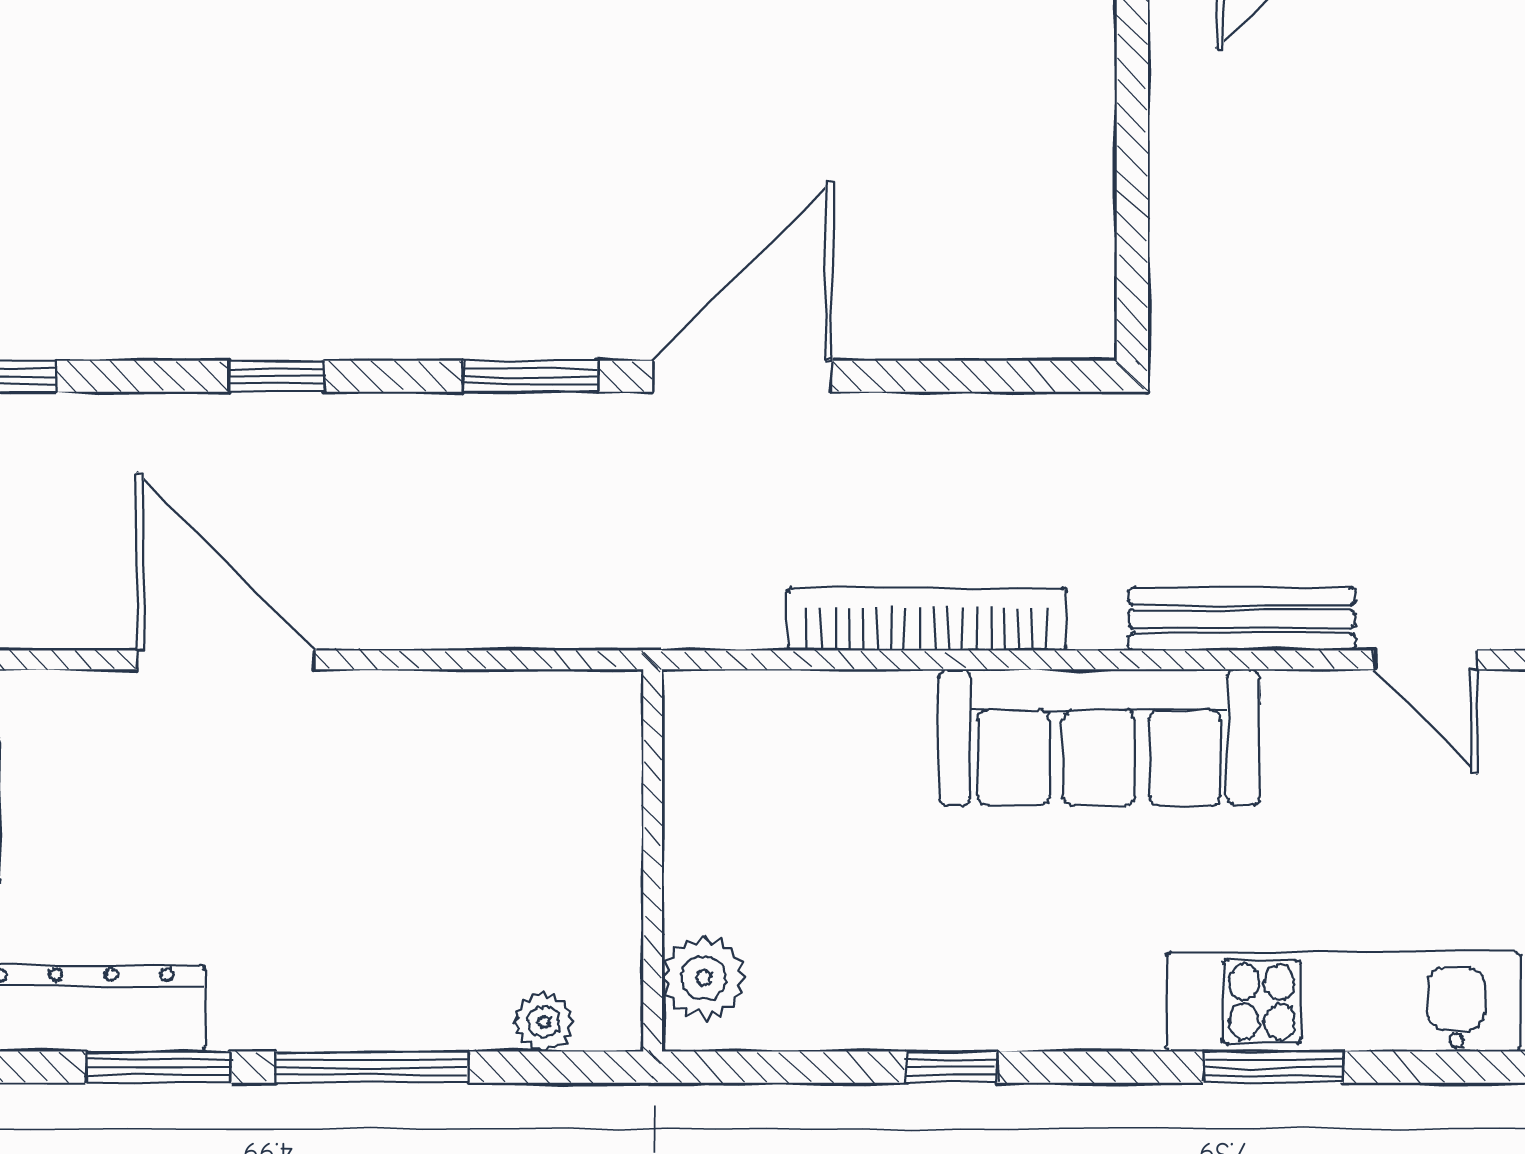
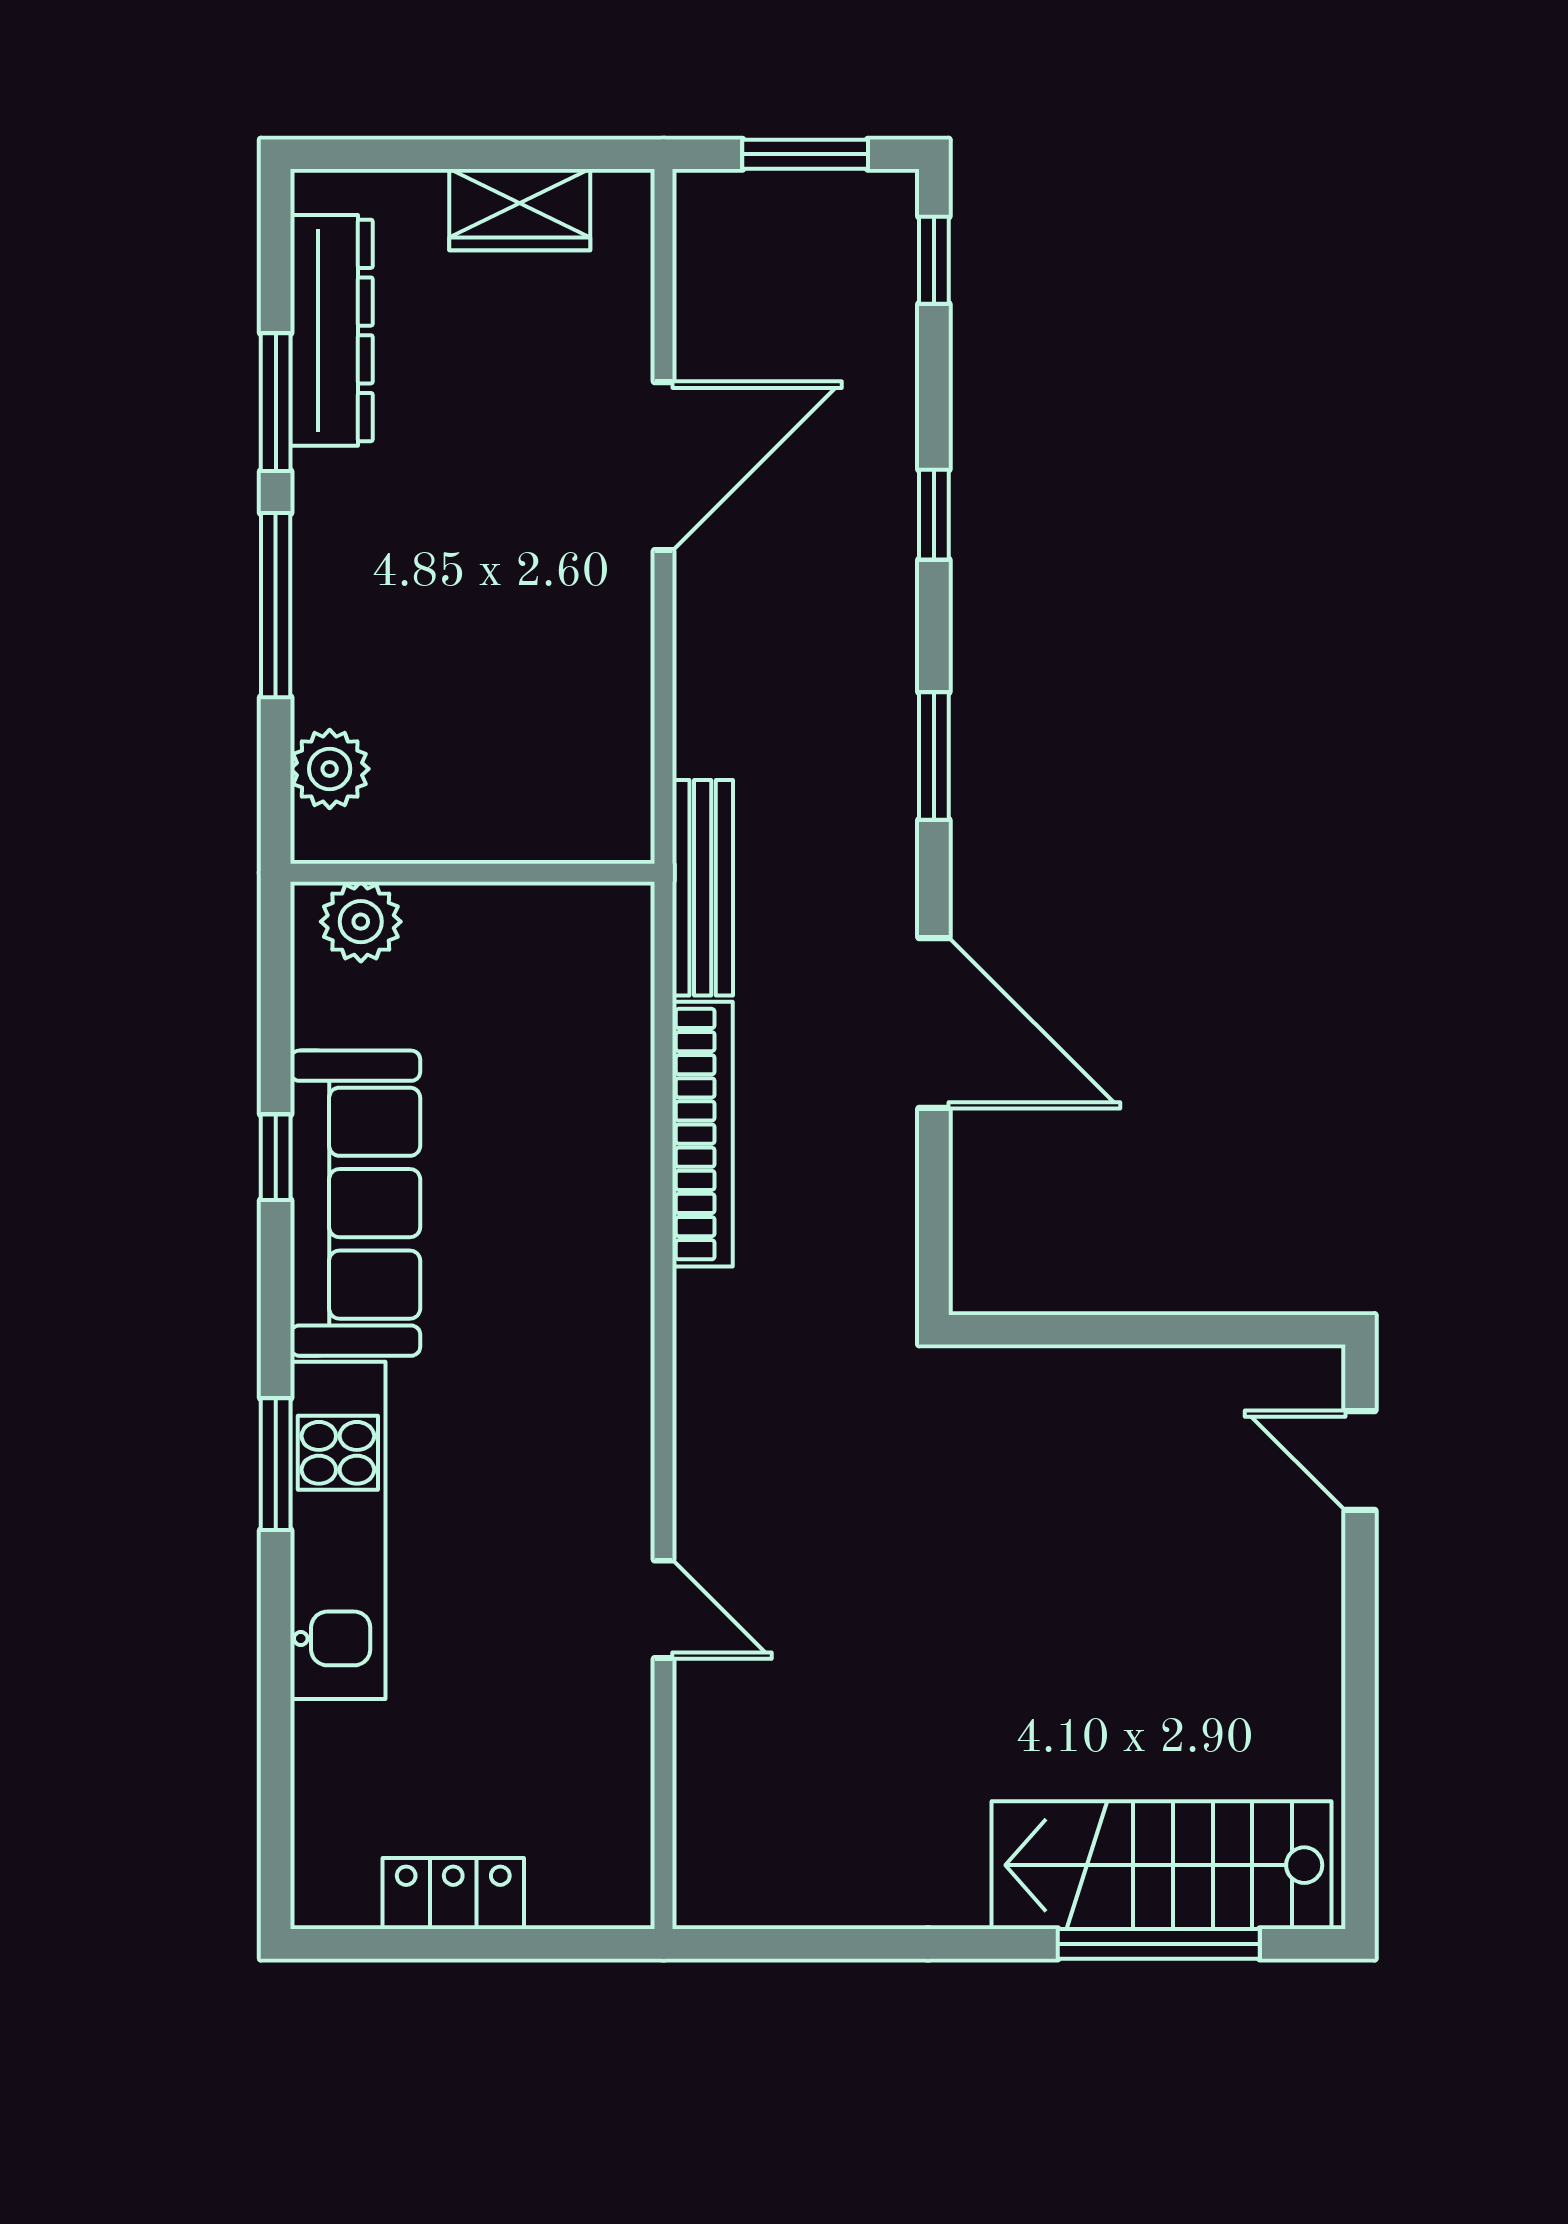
door: (742, 376) -> (934, 1023), moved
bench: (1242, 619) -> (703, 888), moved
door: (1426, 660) -> (664, 1609), swing flipped
sofa: (1099, 737) -> (355, 1203), moved, turned 180
plant: (544, 1022) -> (330, 769), width x1.38, depth x1.38

